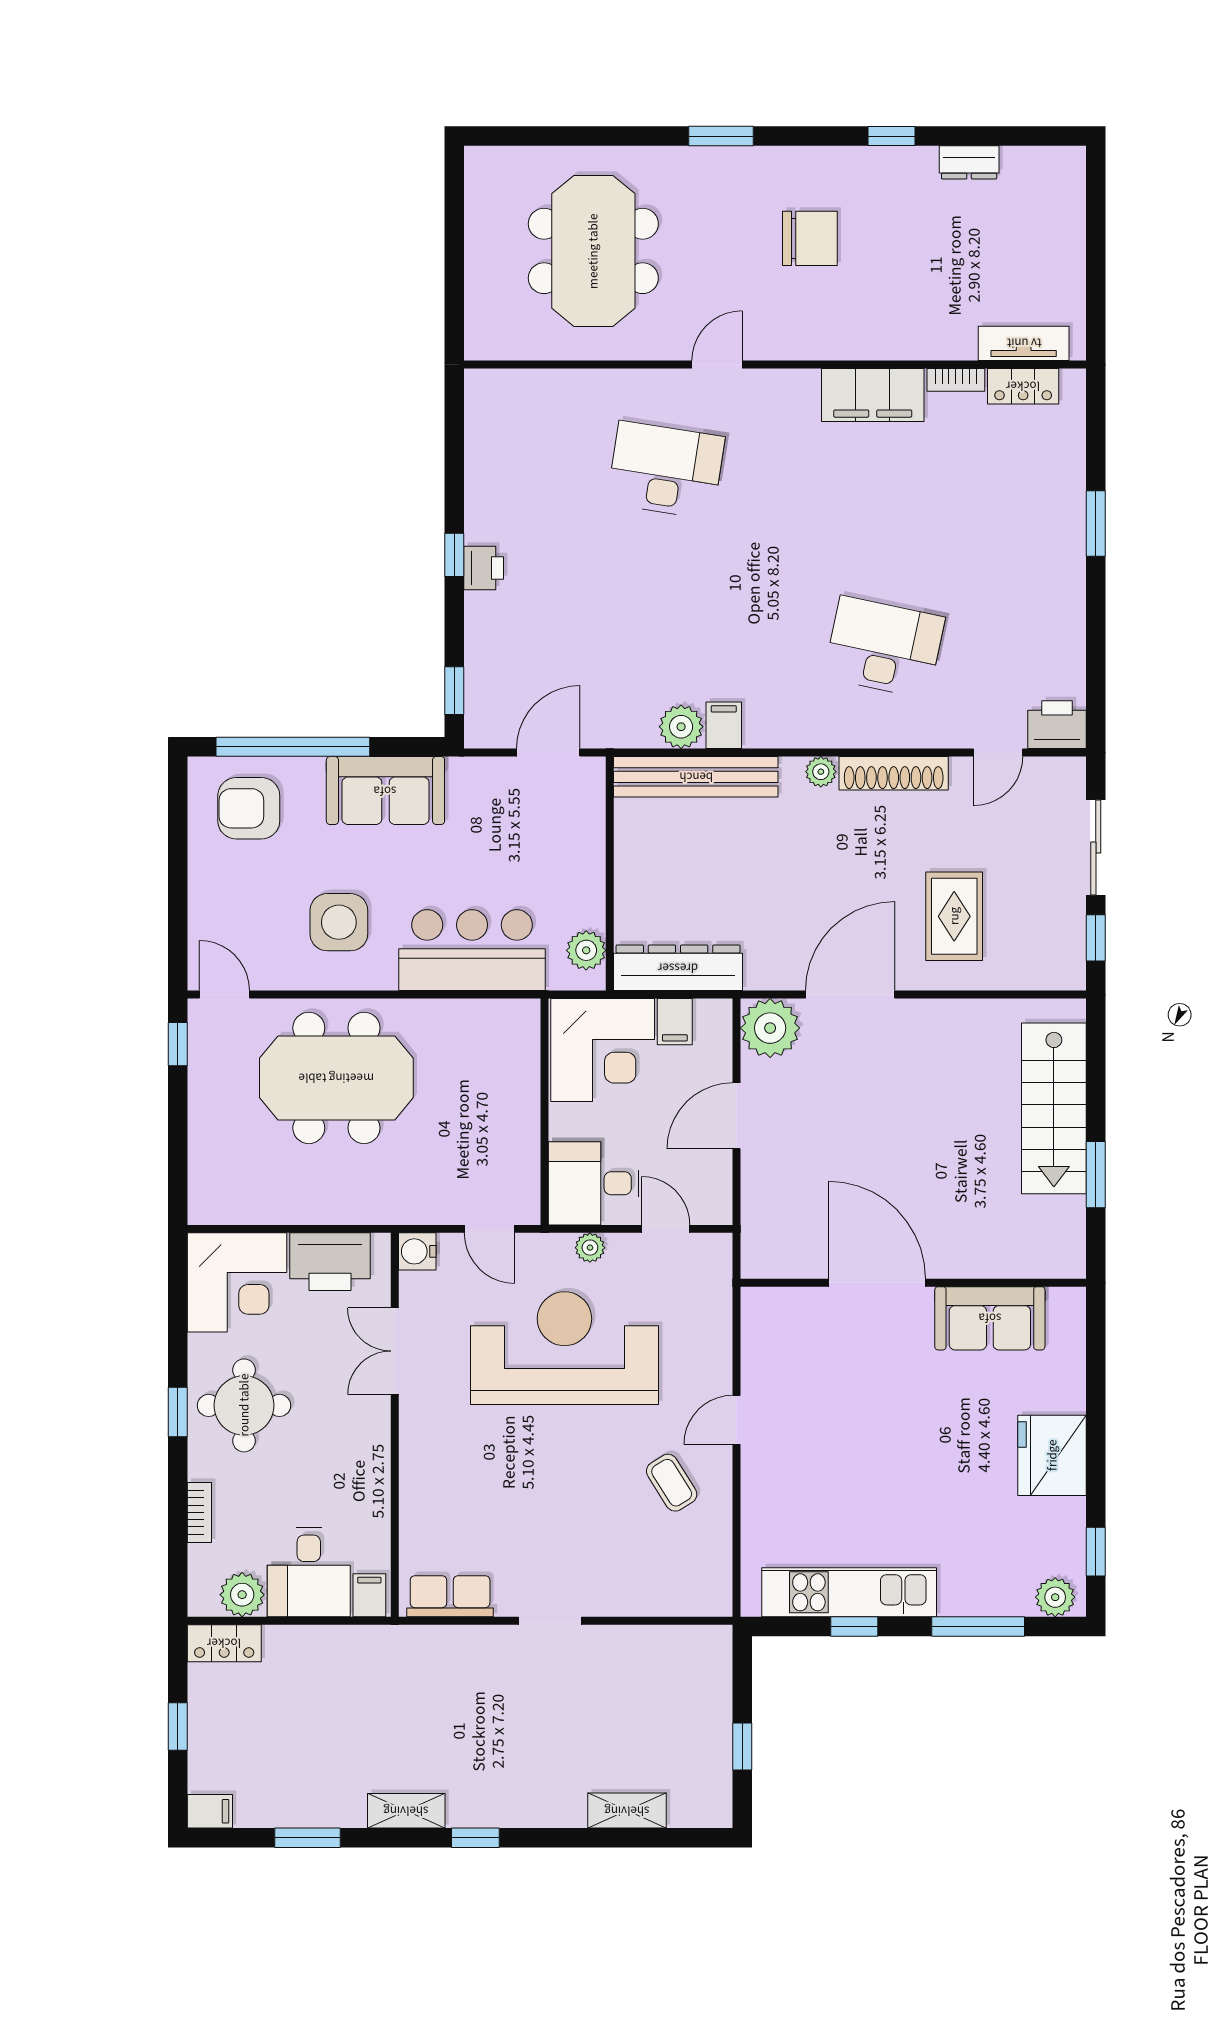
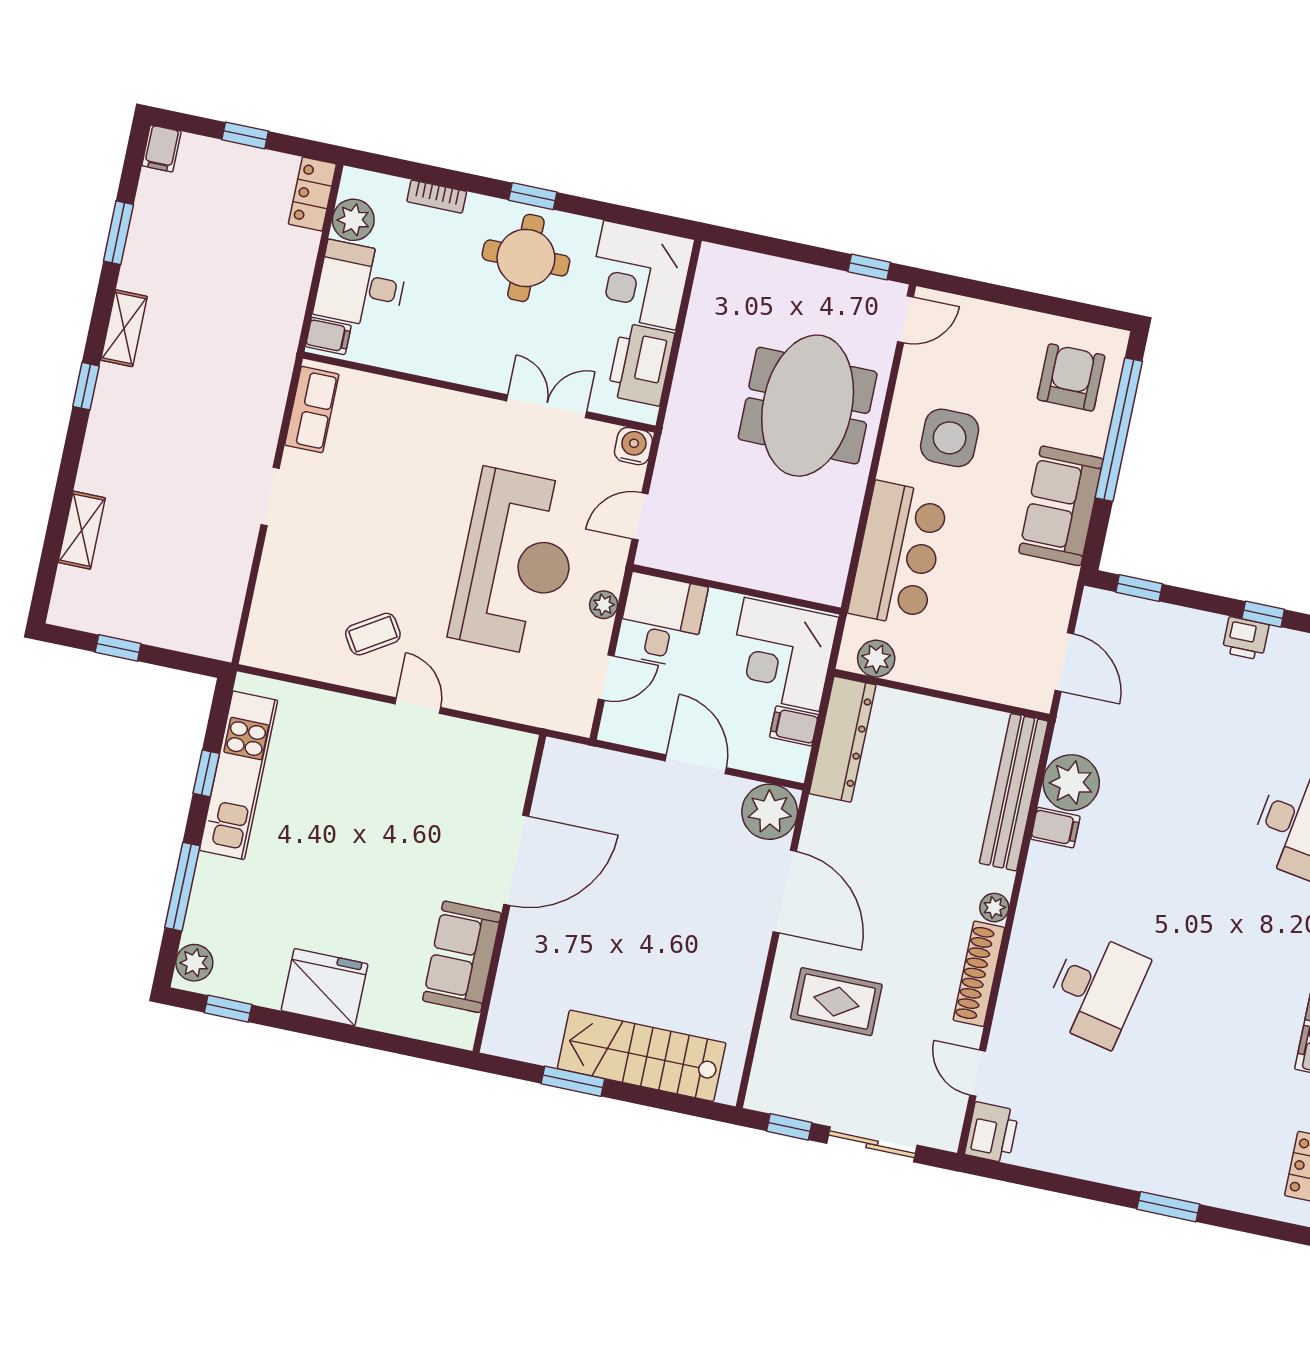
plant: (681, 727) -> (1071, 783), width x1.36, depth x1.36

